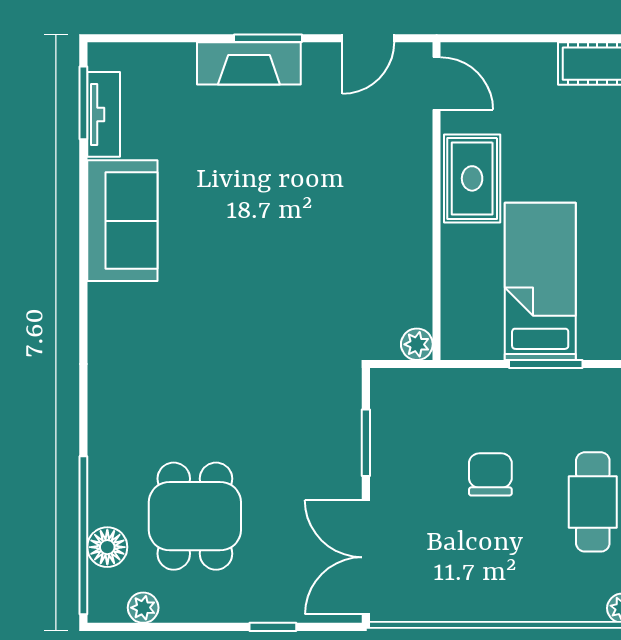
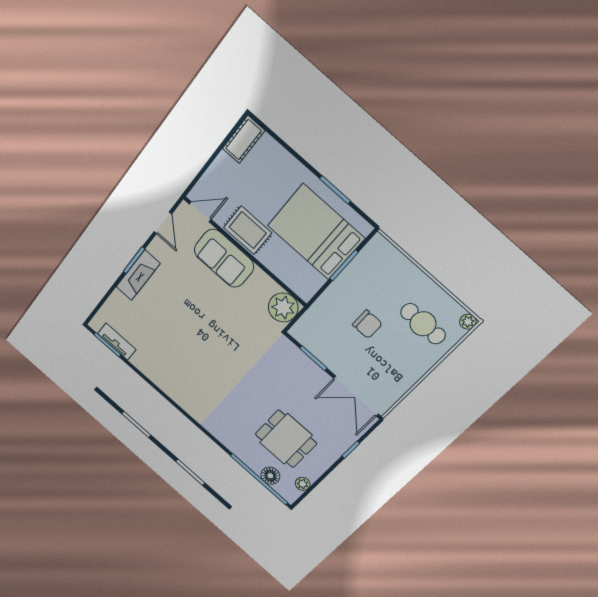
sofa: (122, 221) -> (224, 258), moved, turned 180
bed: (540, 281) -> (316, 232), width x1.50
plant: (417, 344) -> (283, 307), width x1.87, depth x1.87
chair: (490, 474) -> (367, 324), turned 180
cafe table: (593, 502) -> (423, 324), moved

